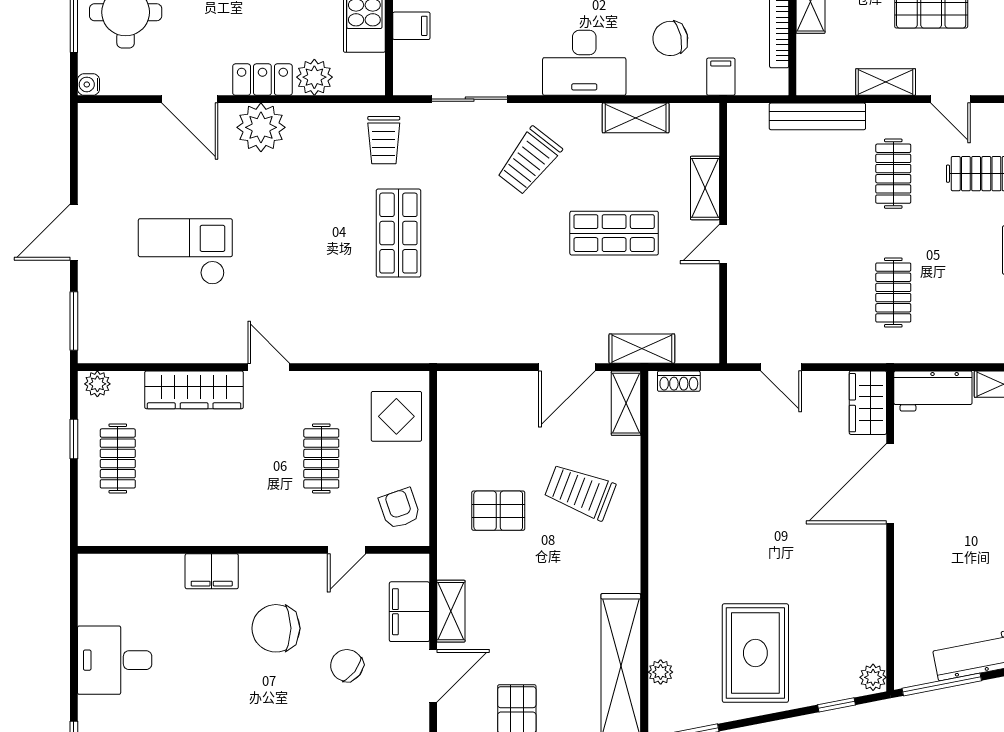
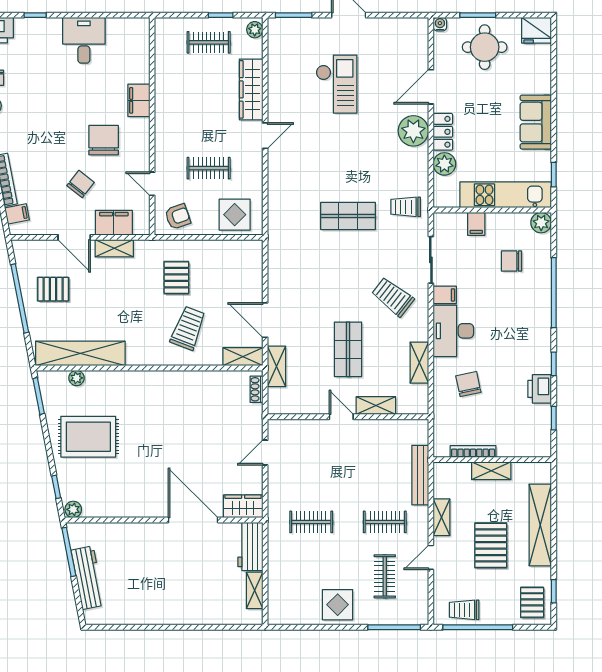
filing cabinet: (721, 77) -> (445, 295), moved

